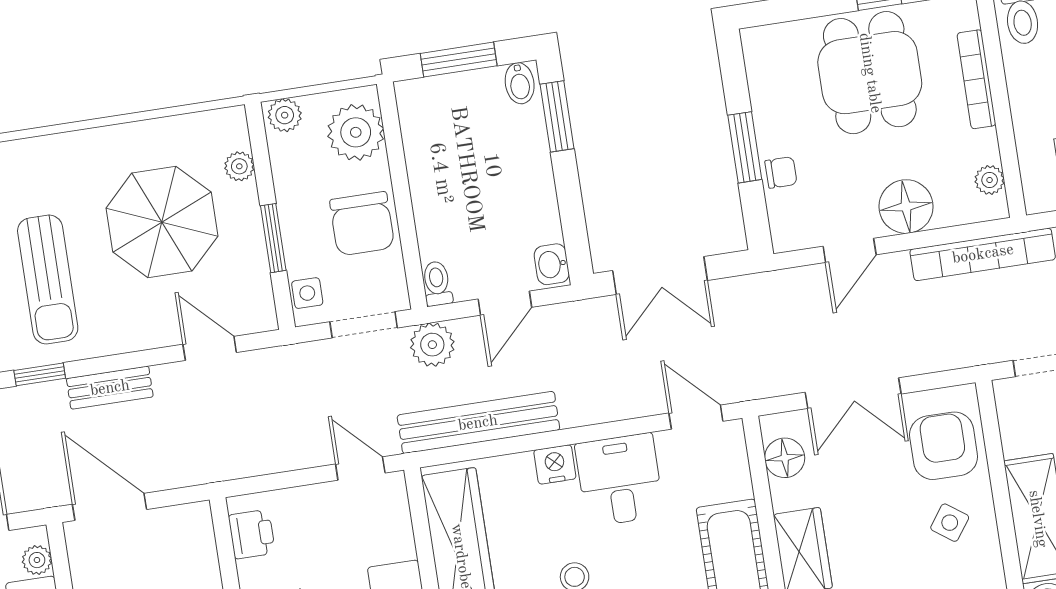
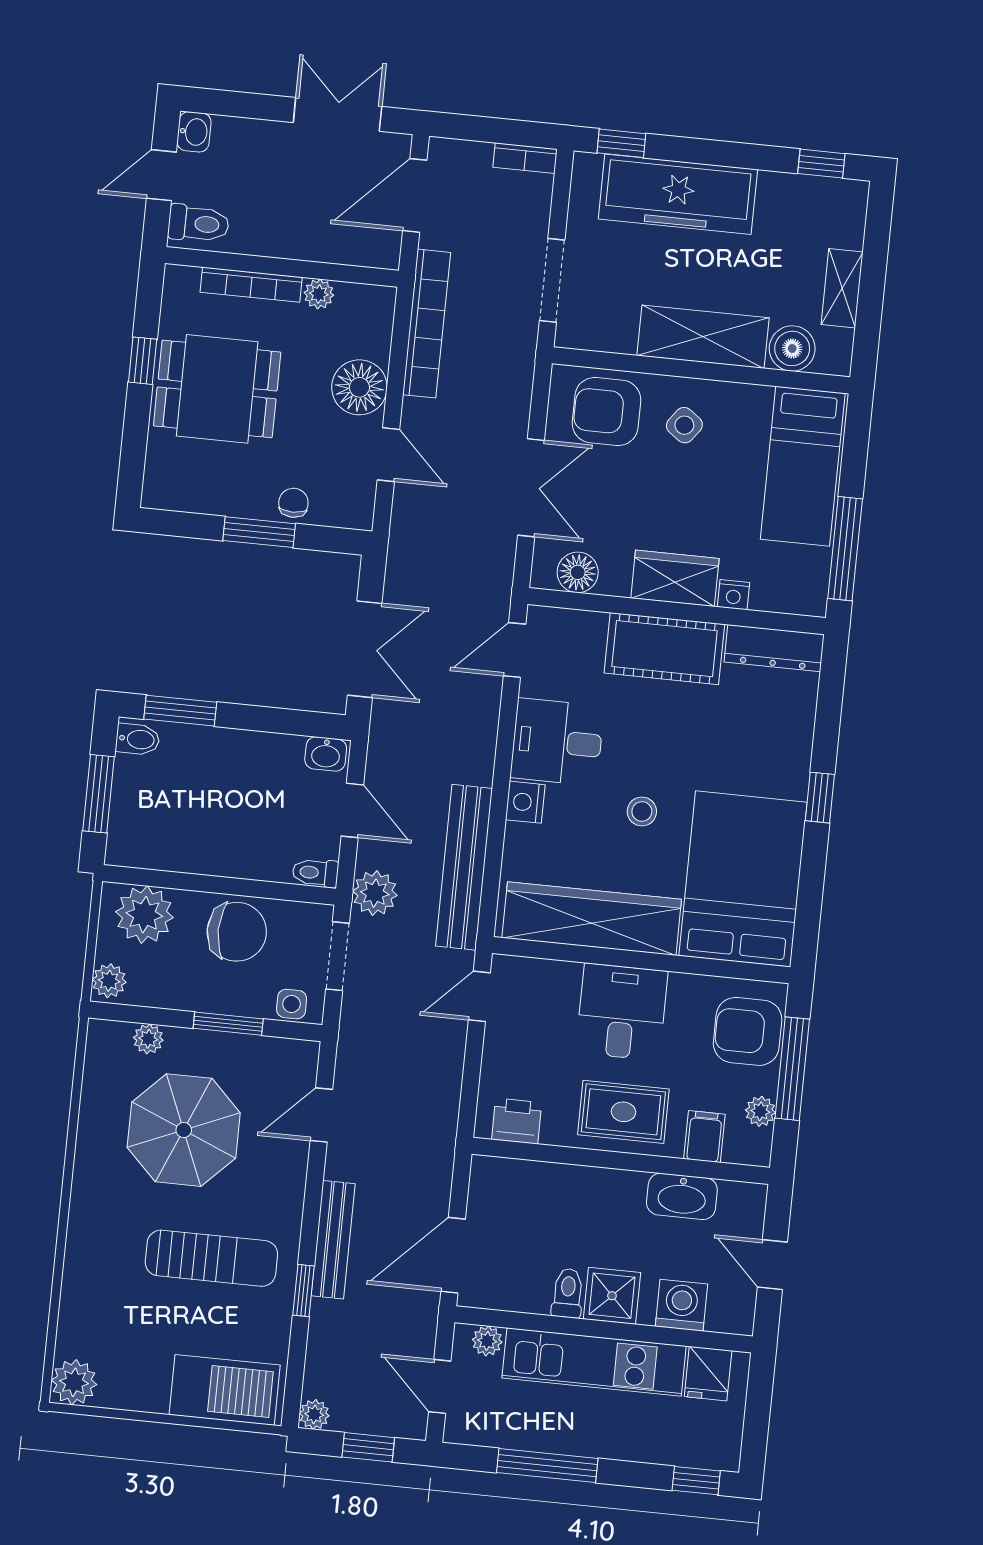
plant: (990, 180) -> (319, 294), moved
bench: (110, 388) -> (333, 1240), width x1.36

